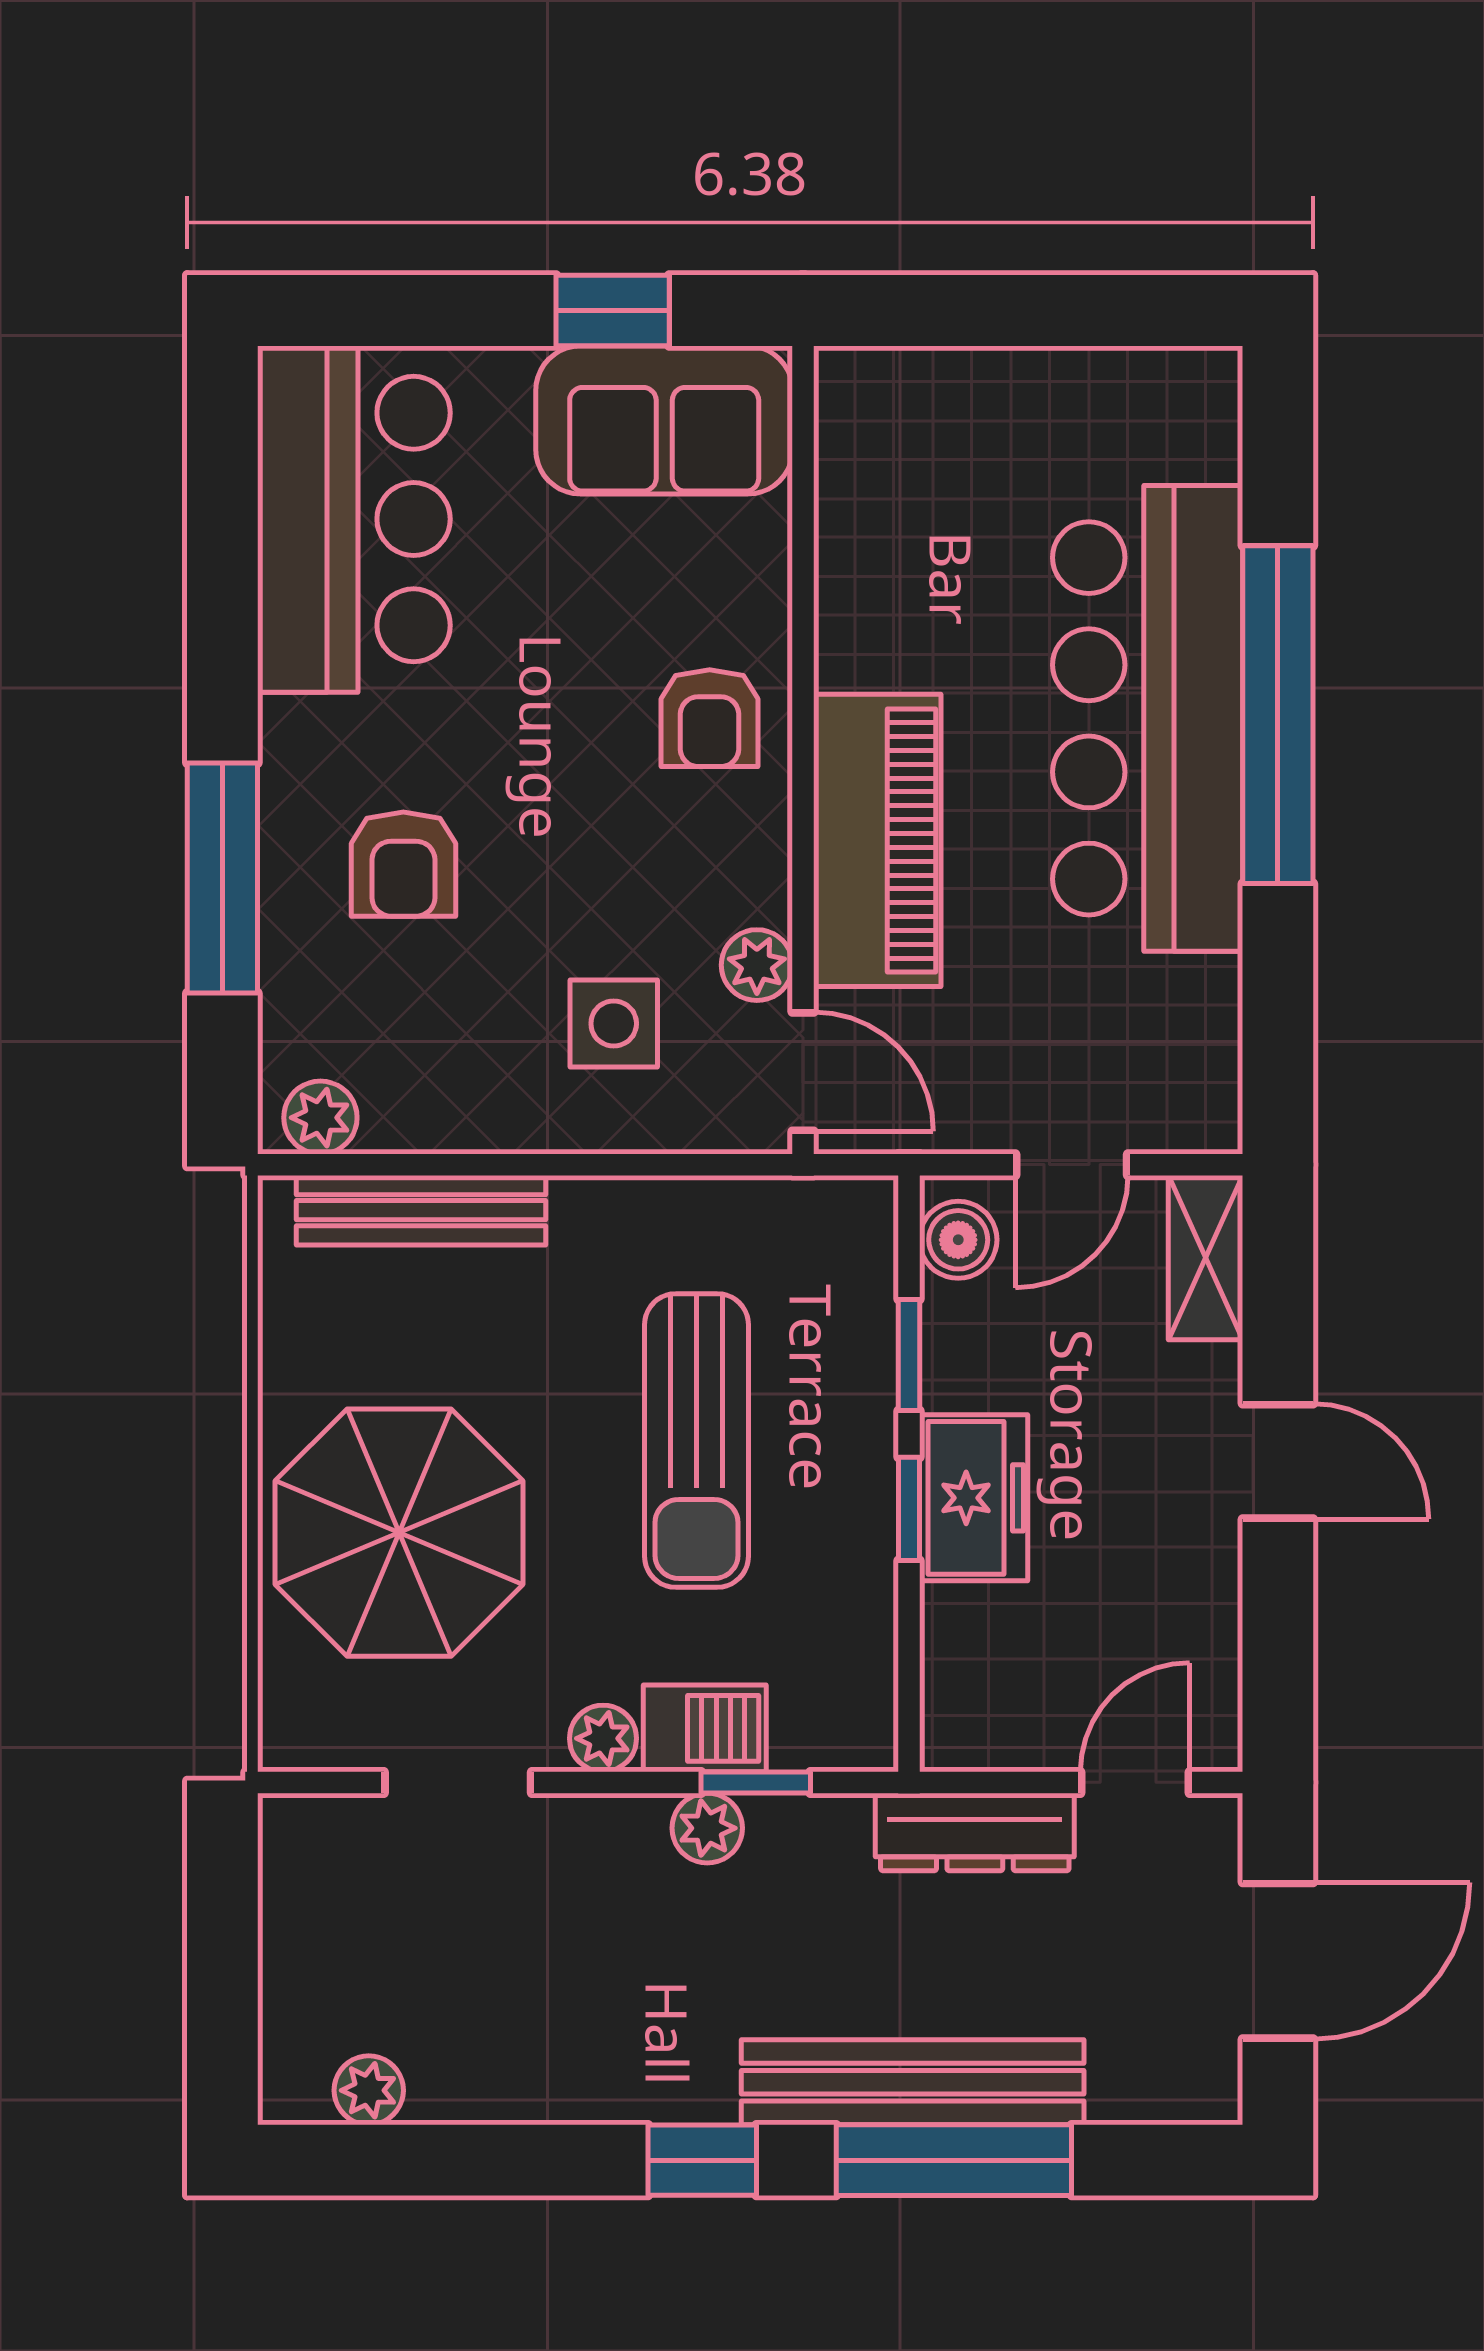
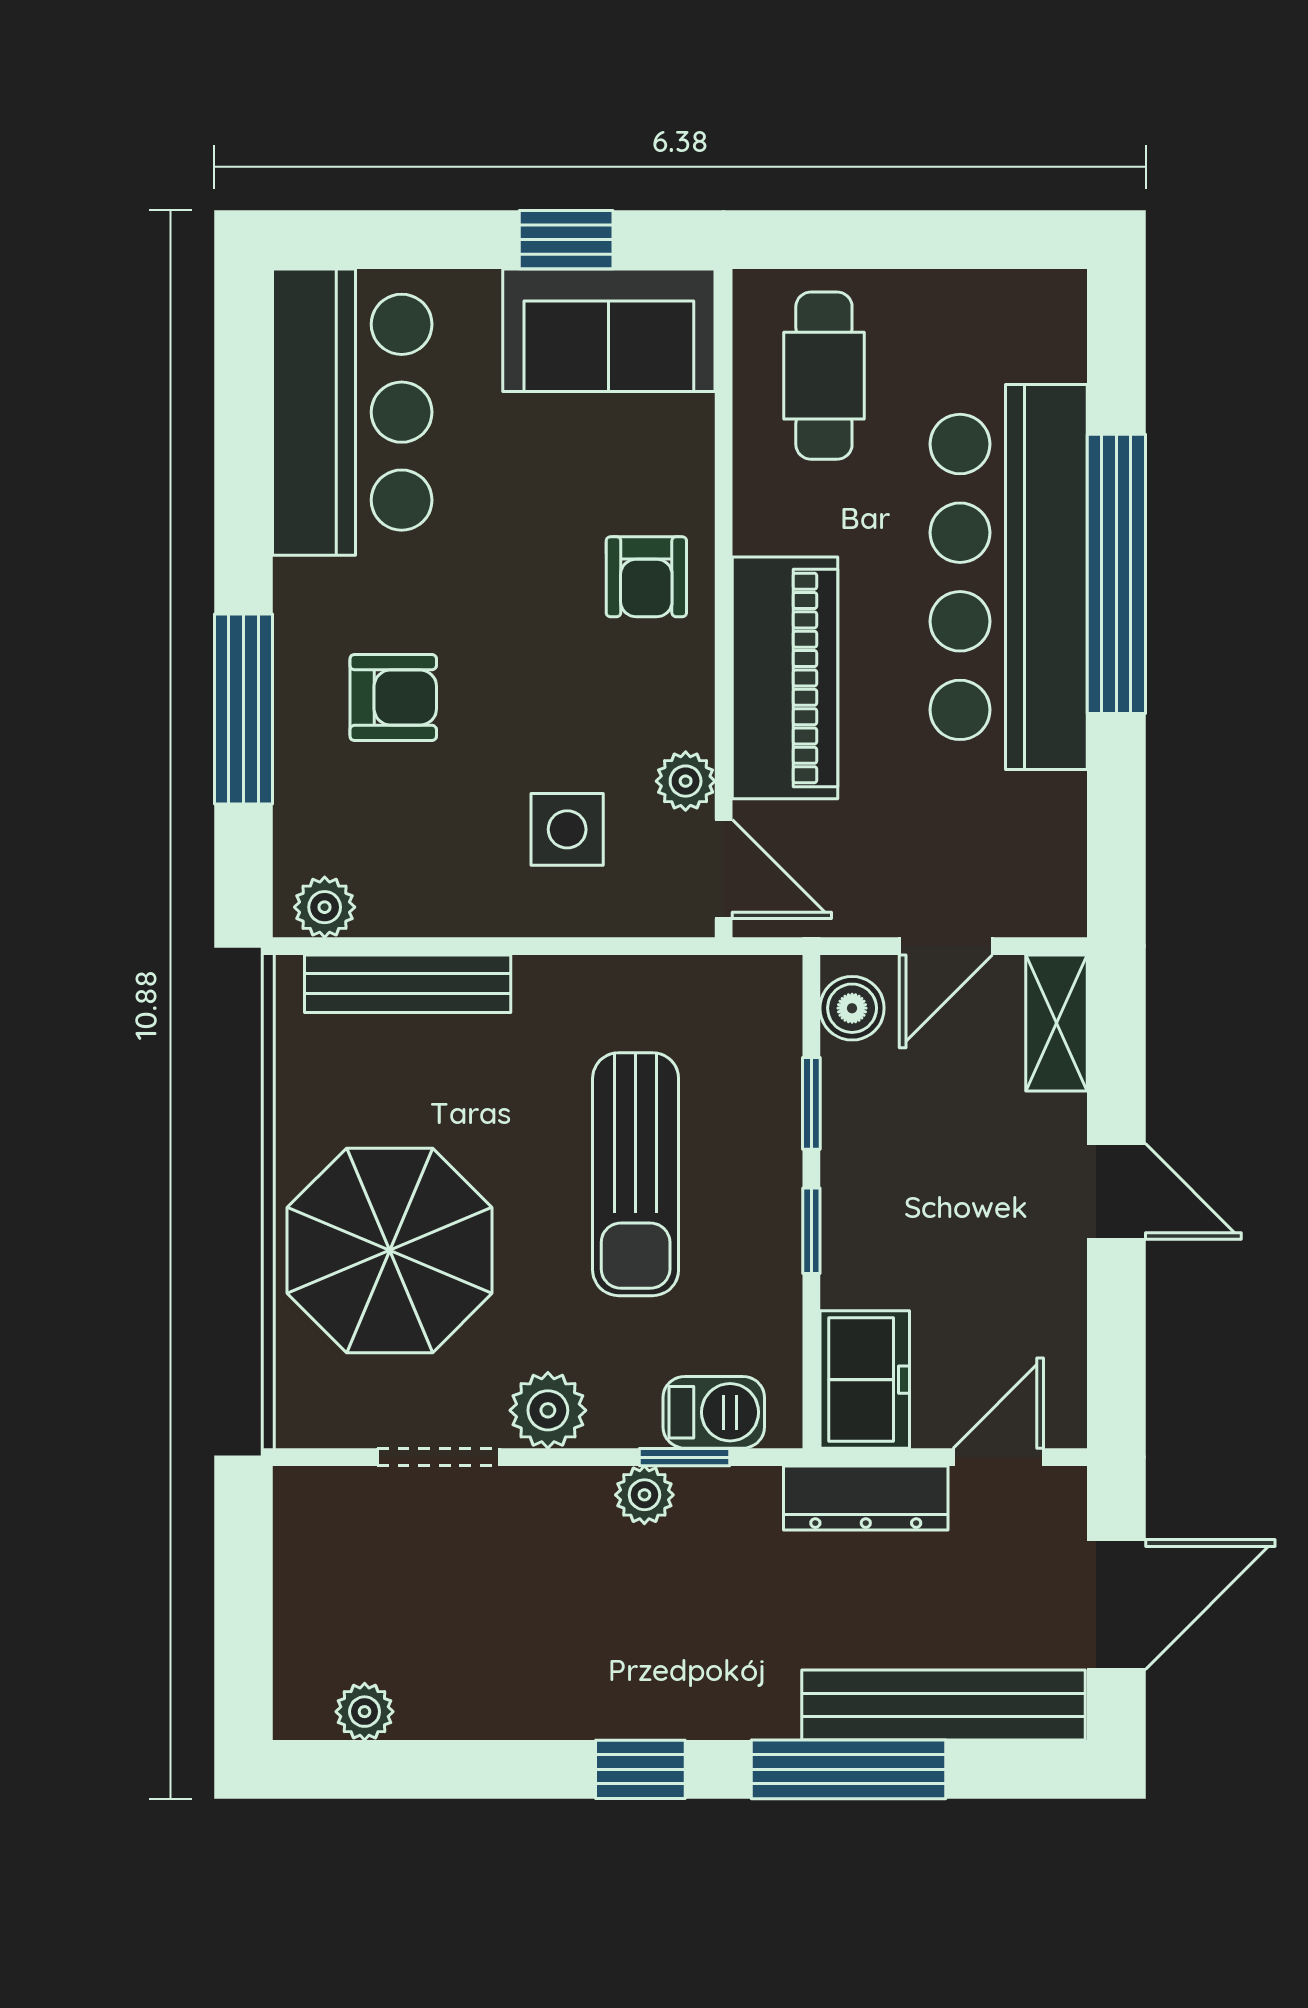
cafe table: (924, 475) -> (824, 376), added
armchair: (403, 864) -> (393, 698), turned -90
freezer: (974, 1498) -> (865, 1380), moved
barbecue: (705, 1728) -> (714, 1412), moved
plant: (603, 1738) -> (548, 1410), width x1.38, depth x1.38
bench: (913, 2082) -> (943, 1705), moved

